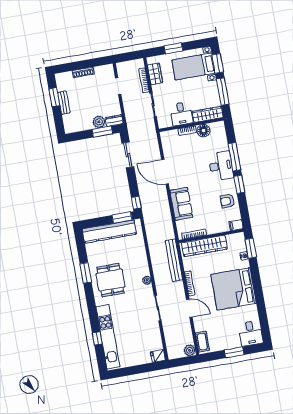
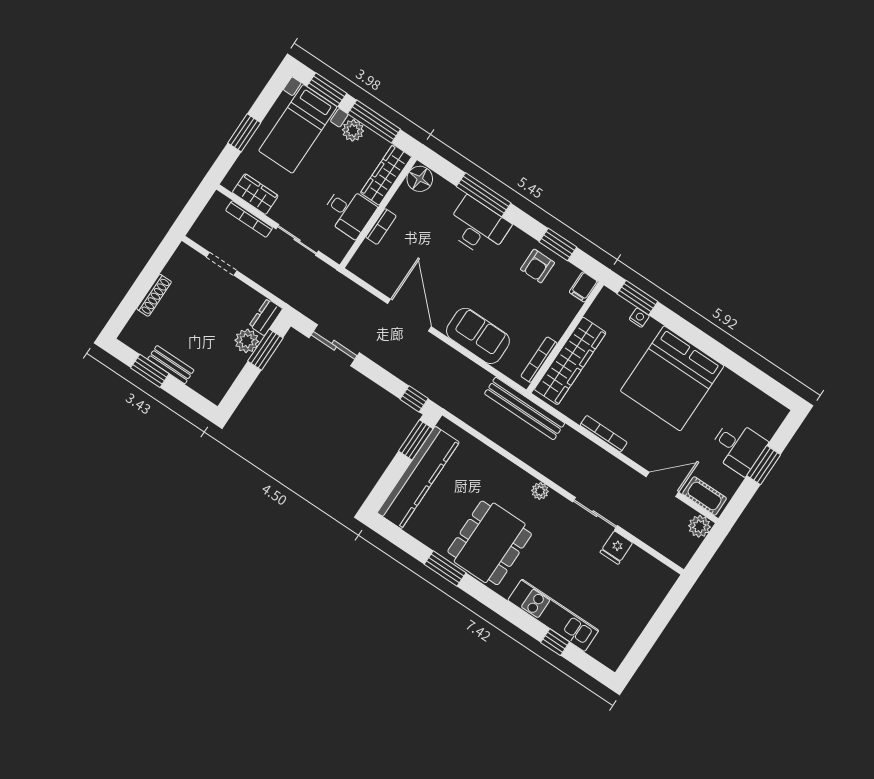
plant: (212, 87) -> (353, 130), added
floor lamp: (203, 131) -> (420, 179), moved
door: (165, 172) -> (409, 315), swing flipped
window: (239, 184) -> (558, 244), moved
bench: (174, 260) -> (525, 408), moved
dining table: (110, 280) -> (490, 543), width x1.37
door: (189, 308) -> (662, 484), moved
desk: (251, 333) -> (738, 447), moved
kitchen unit: (108, 337) -> (553, 615), width x0.73
fridge: (158, 356) -> (616, 548), moved

